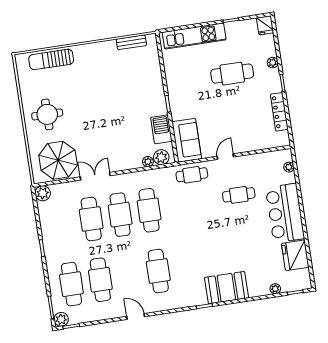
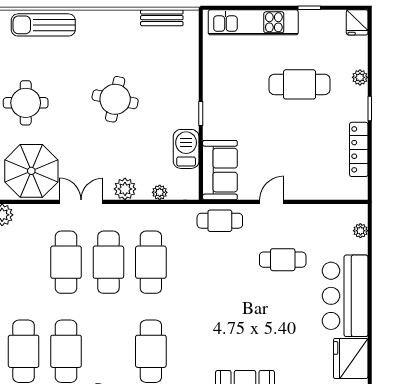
round table: (108, 103) -> (115, 99), added
plant: (161, 157) -> (125, 189), moved

